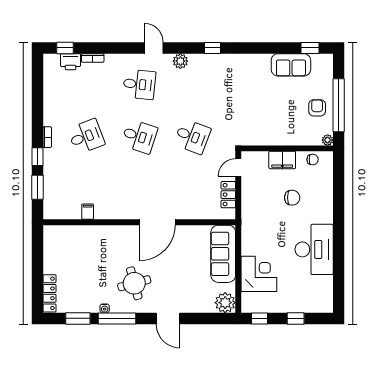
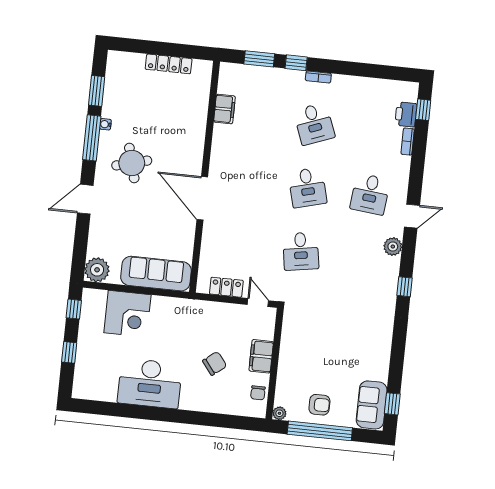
sofa: (291, 65) -> (372, 405), moved
desk: (139, 136) -> (307, 188), turned -33
desk: (192, 136) -> (301, 251), turned -30
chair: (292, 198) -> (215, 363), turned -128
filing cabinet: (88, 212) -> (224, 109), width x2.00
locker: (49, 293) -> (169, 64), moved

